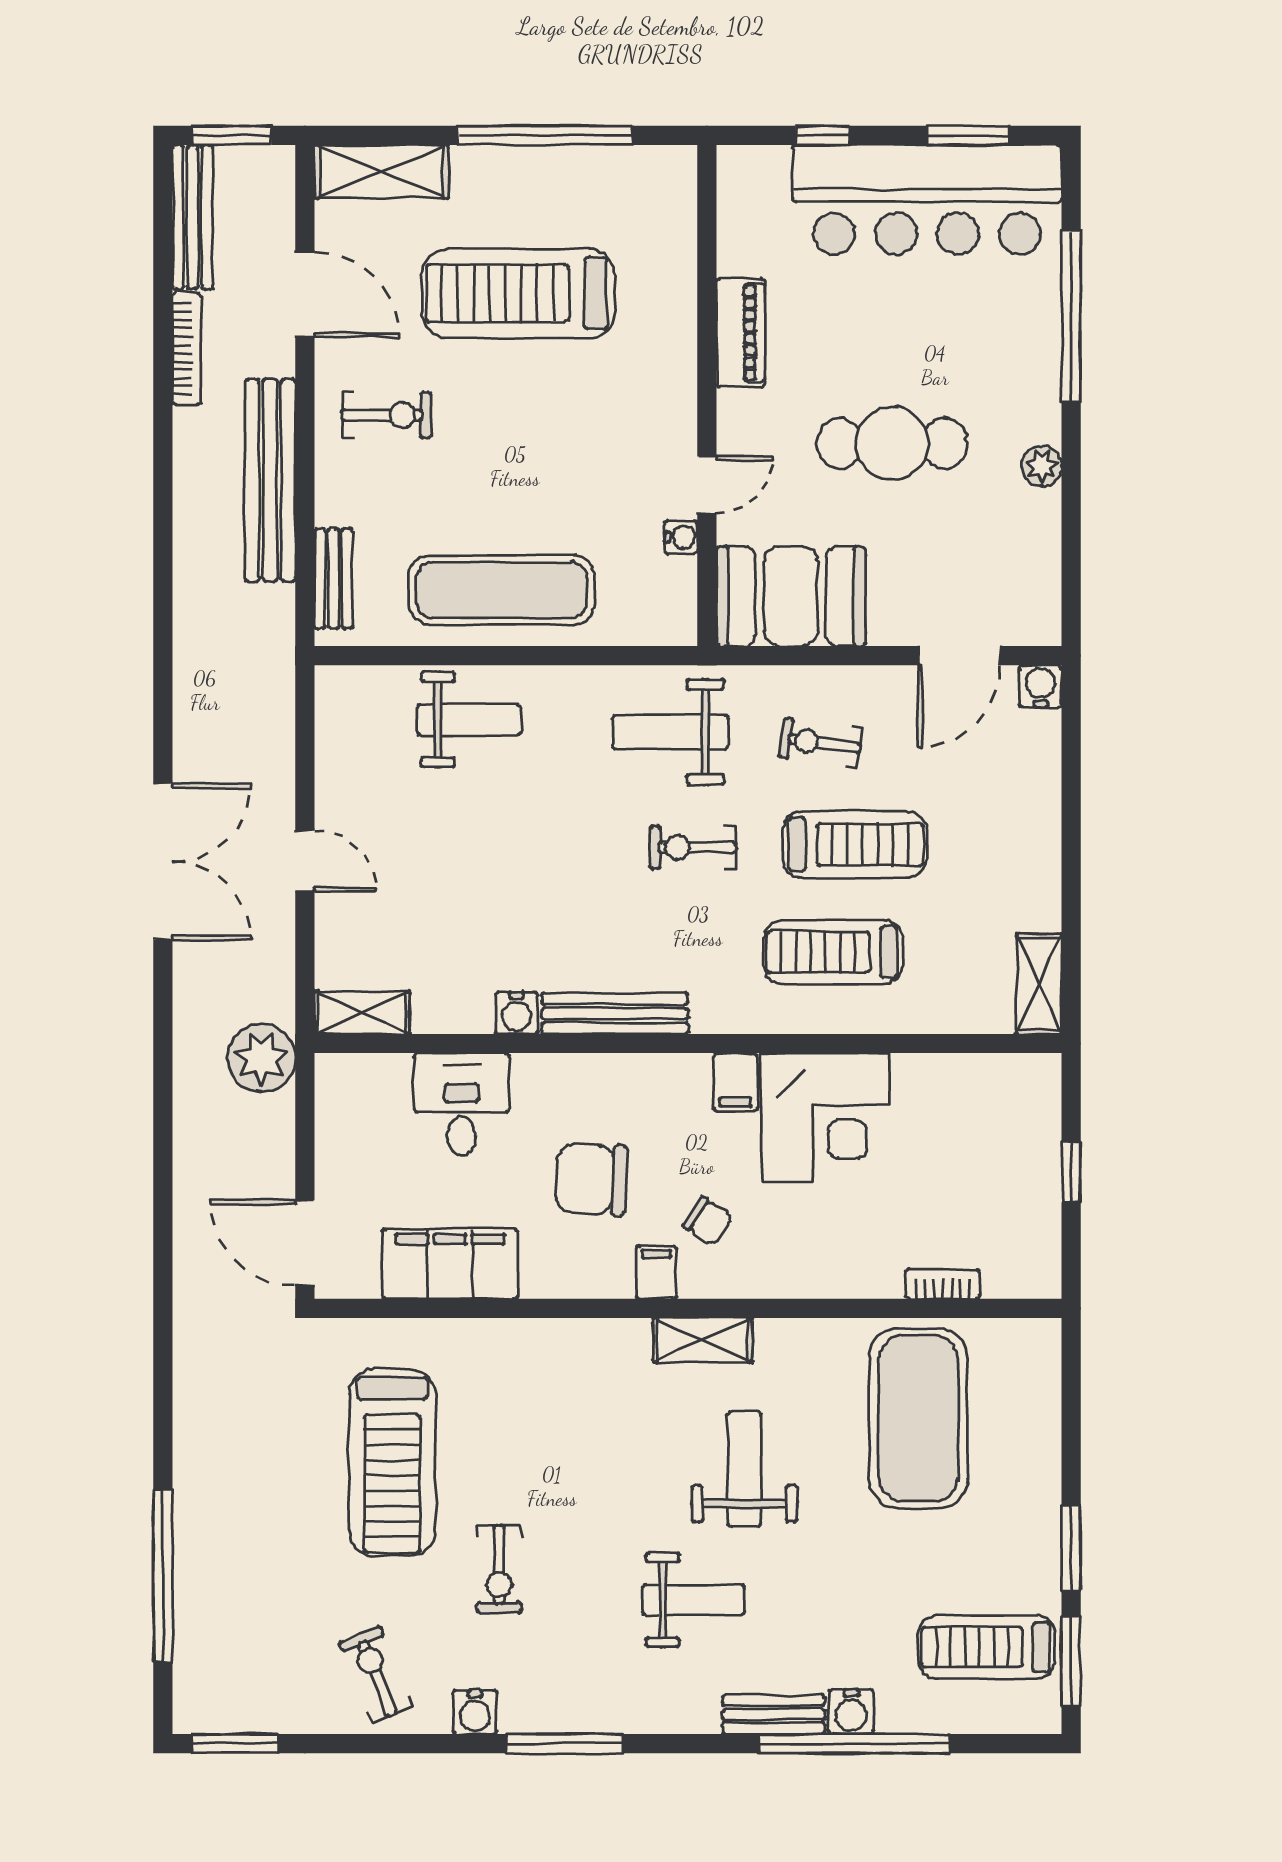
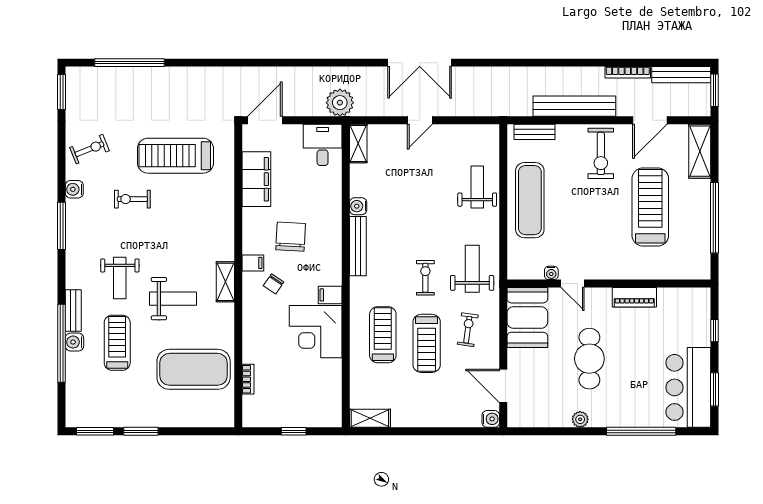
bar counter: (927, 200) -> (688, 387), width x0.73
exercise bike: (387, 415) -> (601, 153), width x1.38, depth x1.39
weight bench: (469, 720) -> (477, 187), turned 180
desk: (462, 1104) -> (323, 145), moved, turned -90
treadmill: (987, 1647) -> (117, 343), moved

